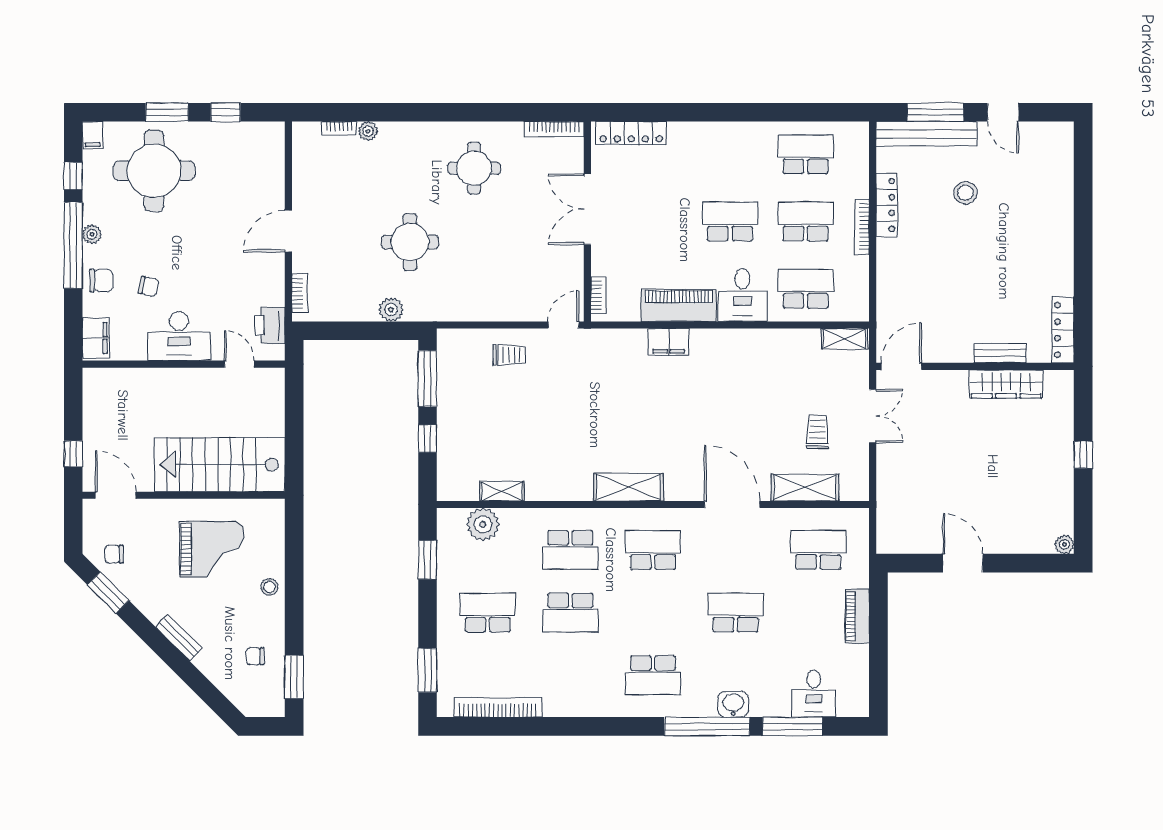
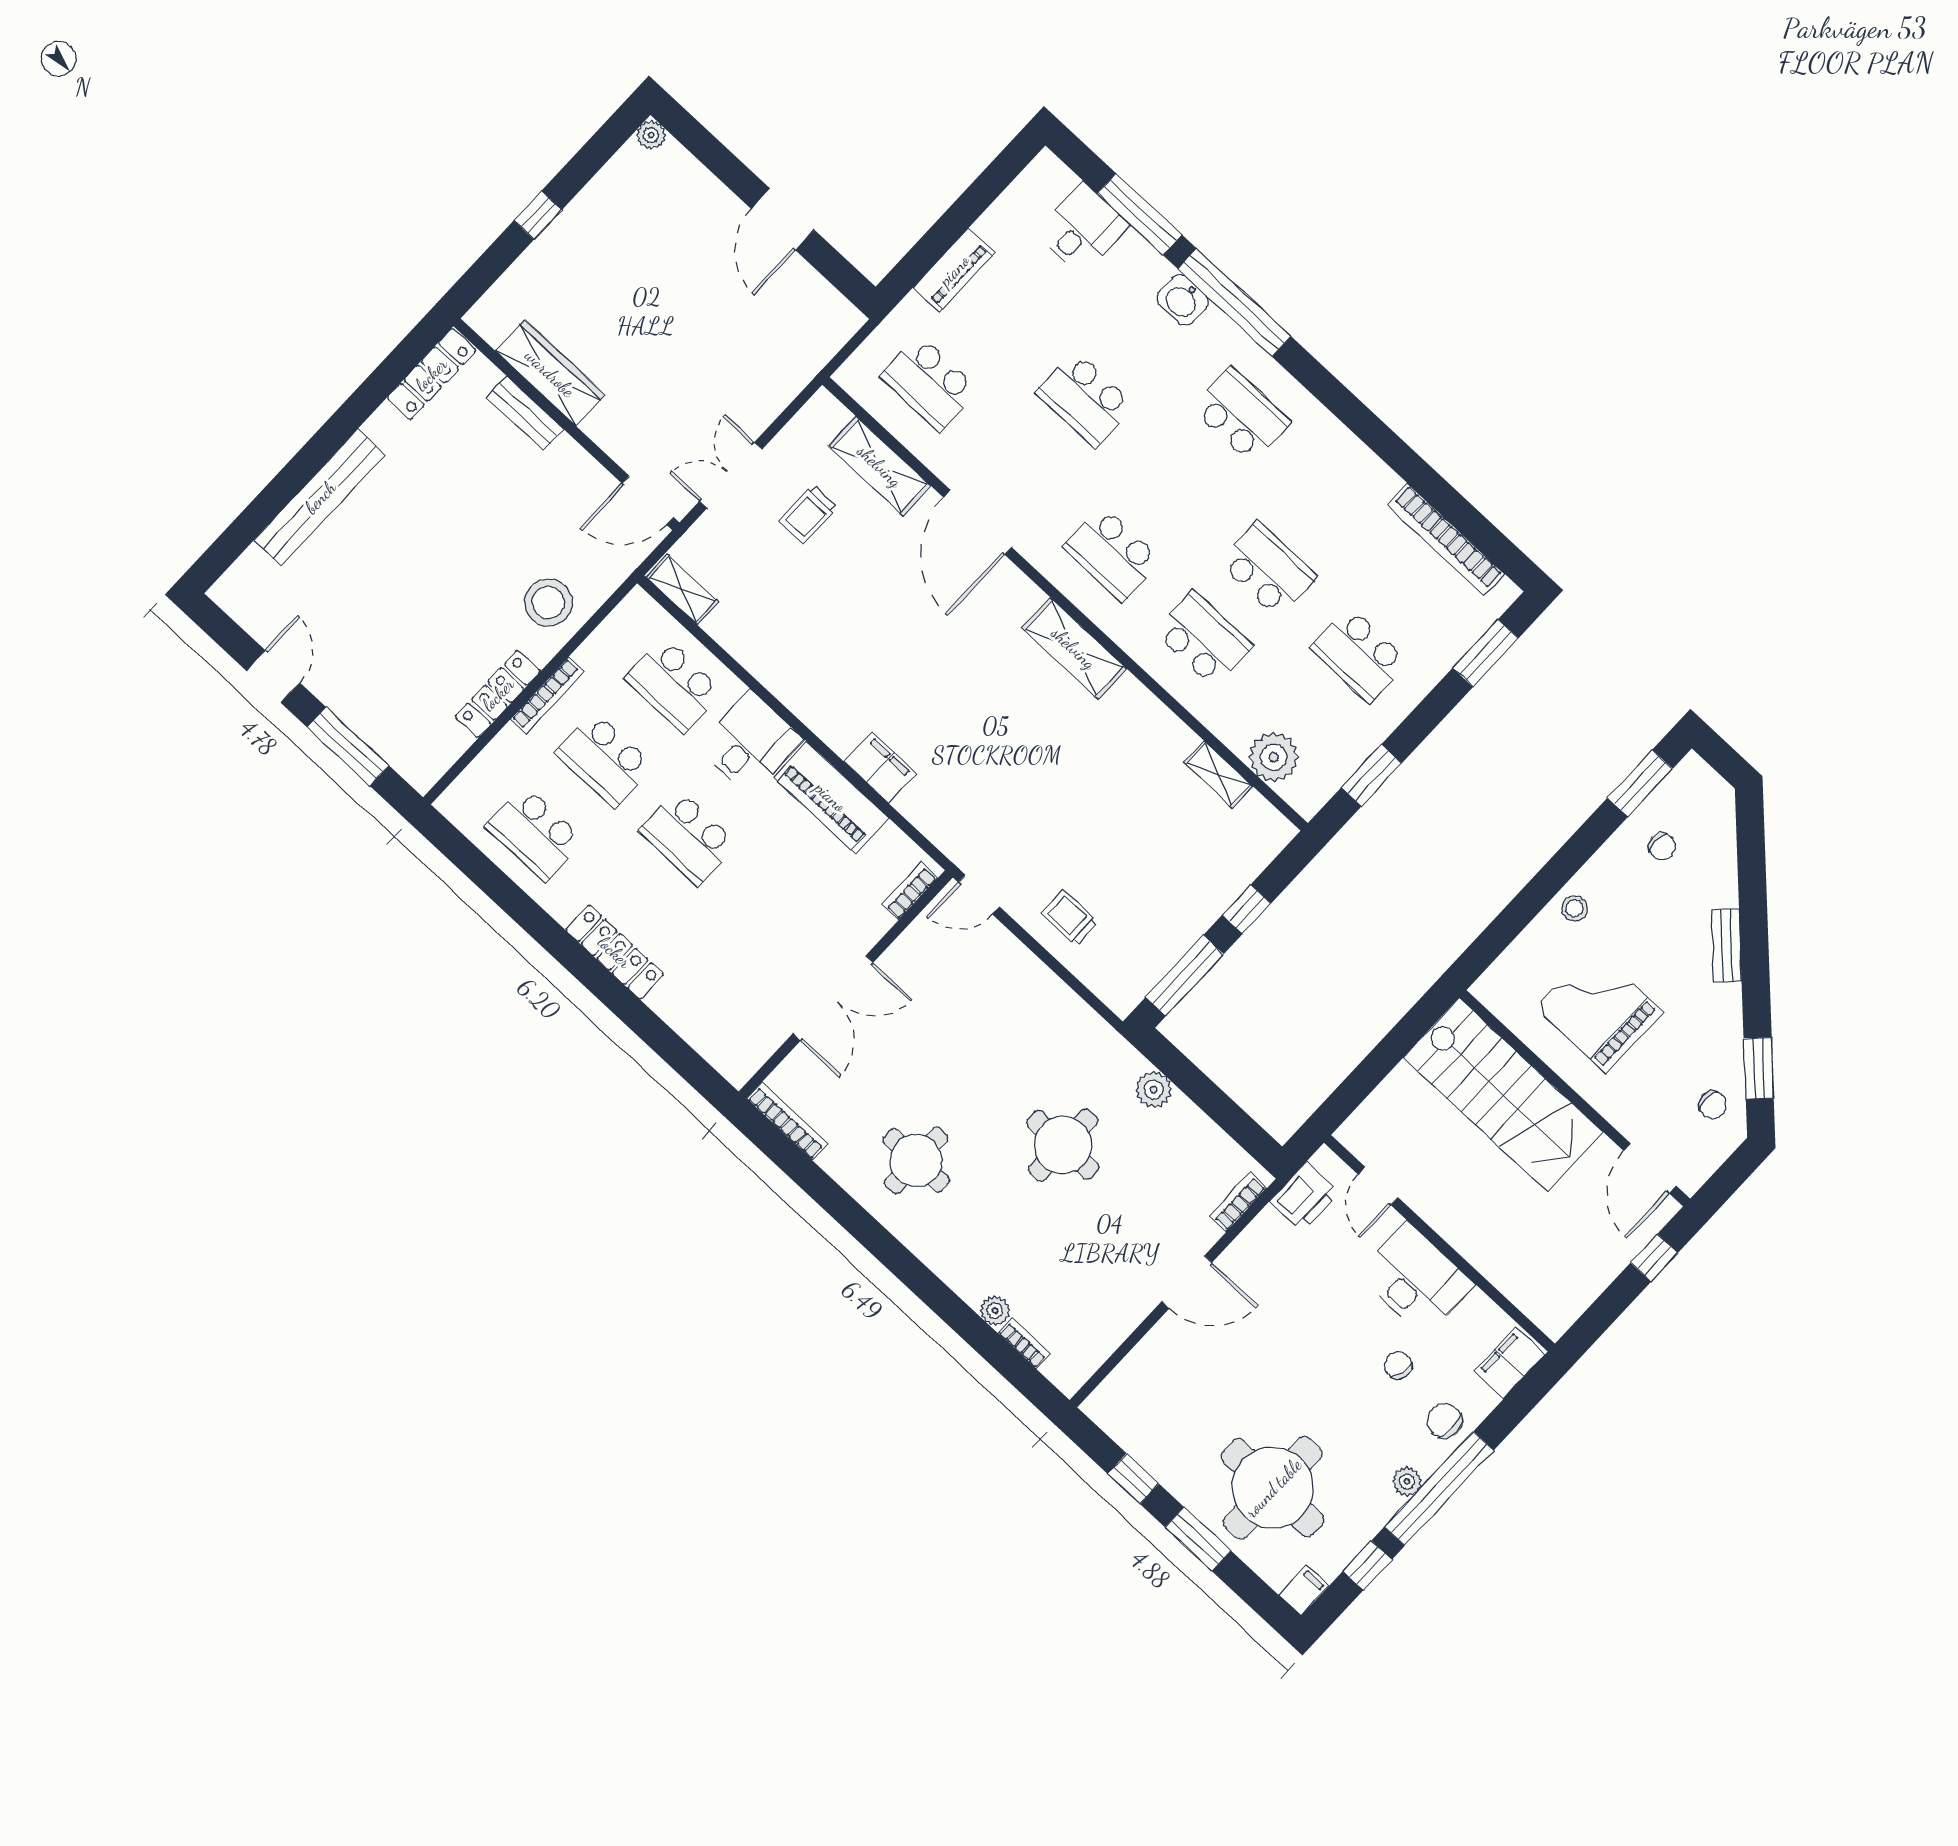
locker: (631, 133) -> (615, 952), moved
bench: (926, 134) -> (320, 497), moved, turned 90
stool: (965, 193) -> (548, 603), moved, width x1.38, depth x1.38

